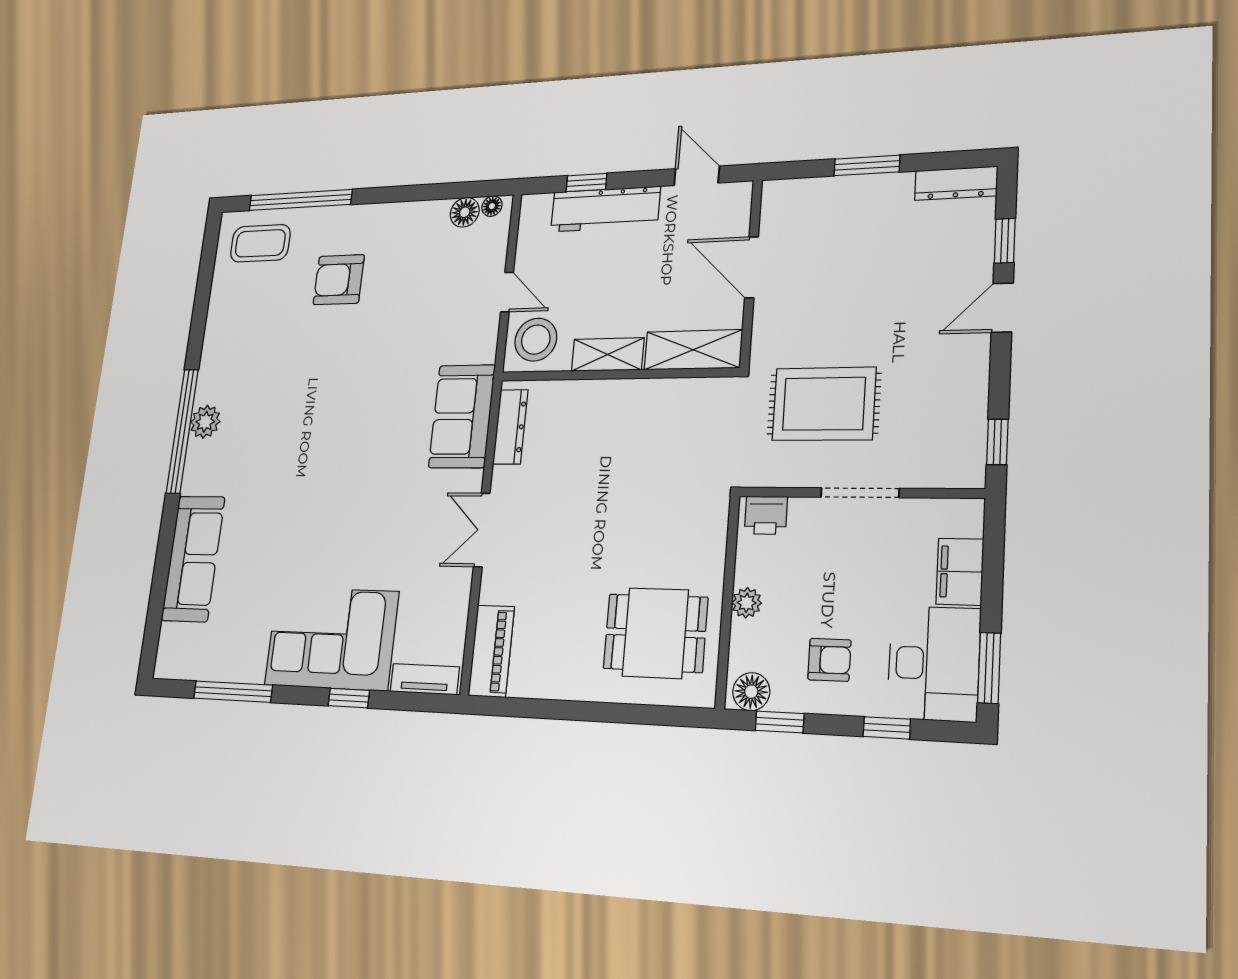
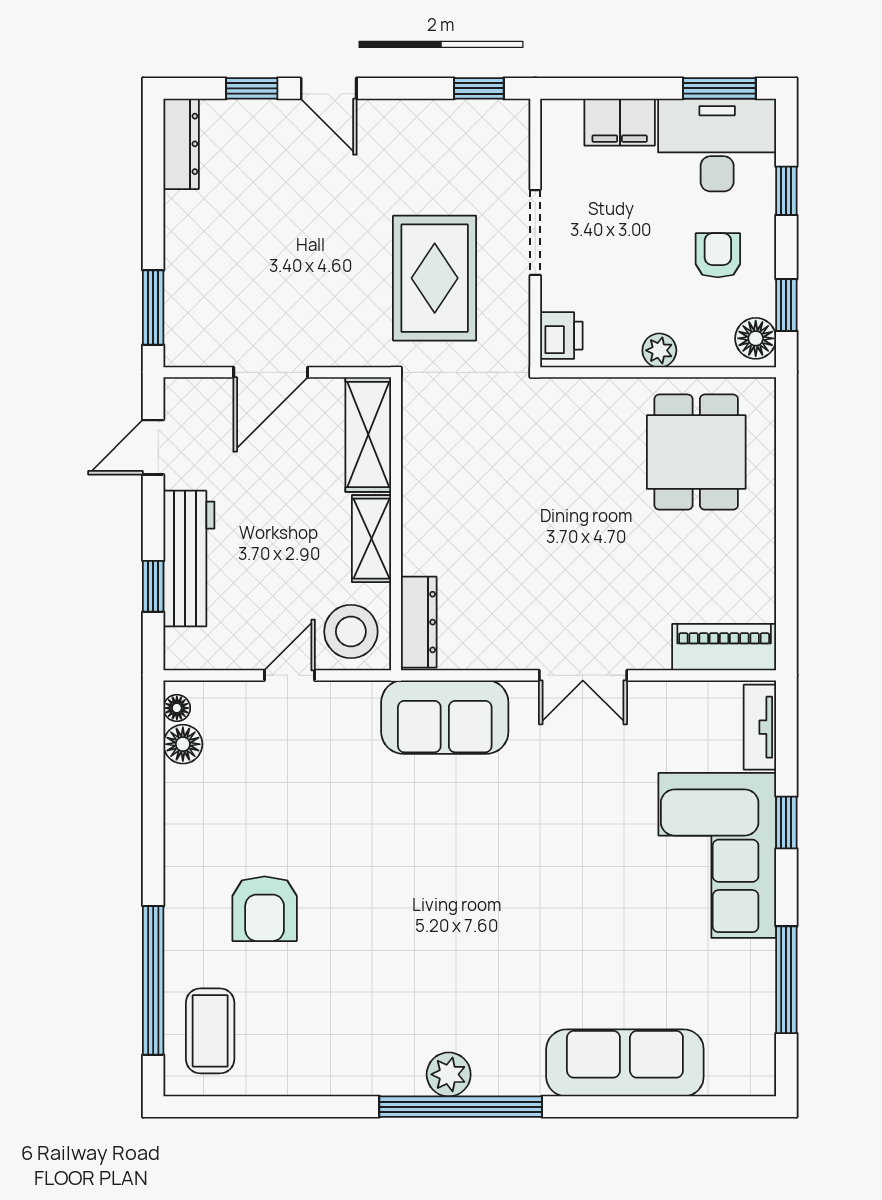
window: (867, 165) -> (153, 307), moved
dresser: (510, 427) -> (419, 622), moved, turned 90

